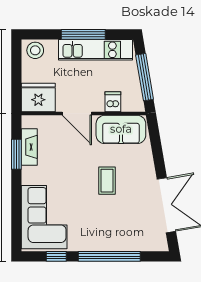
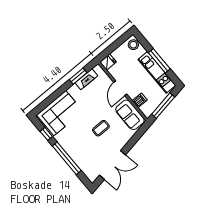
fridge: (38, 97) -> (108, 62), width x0.53, depth x0.75

